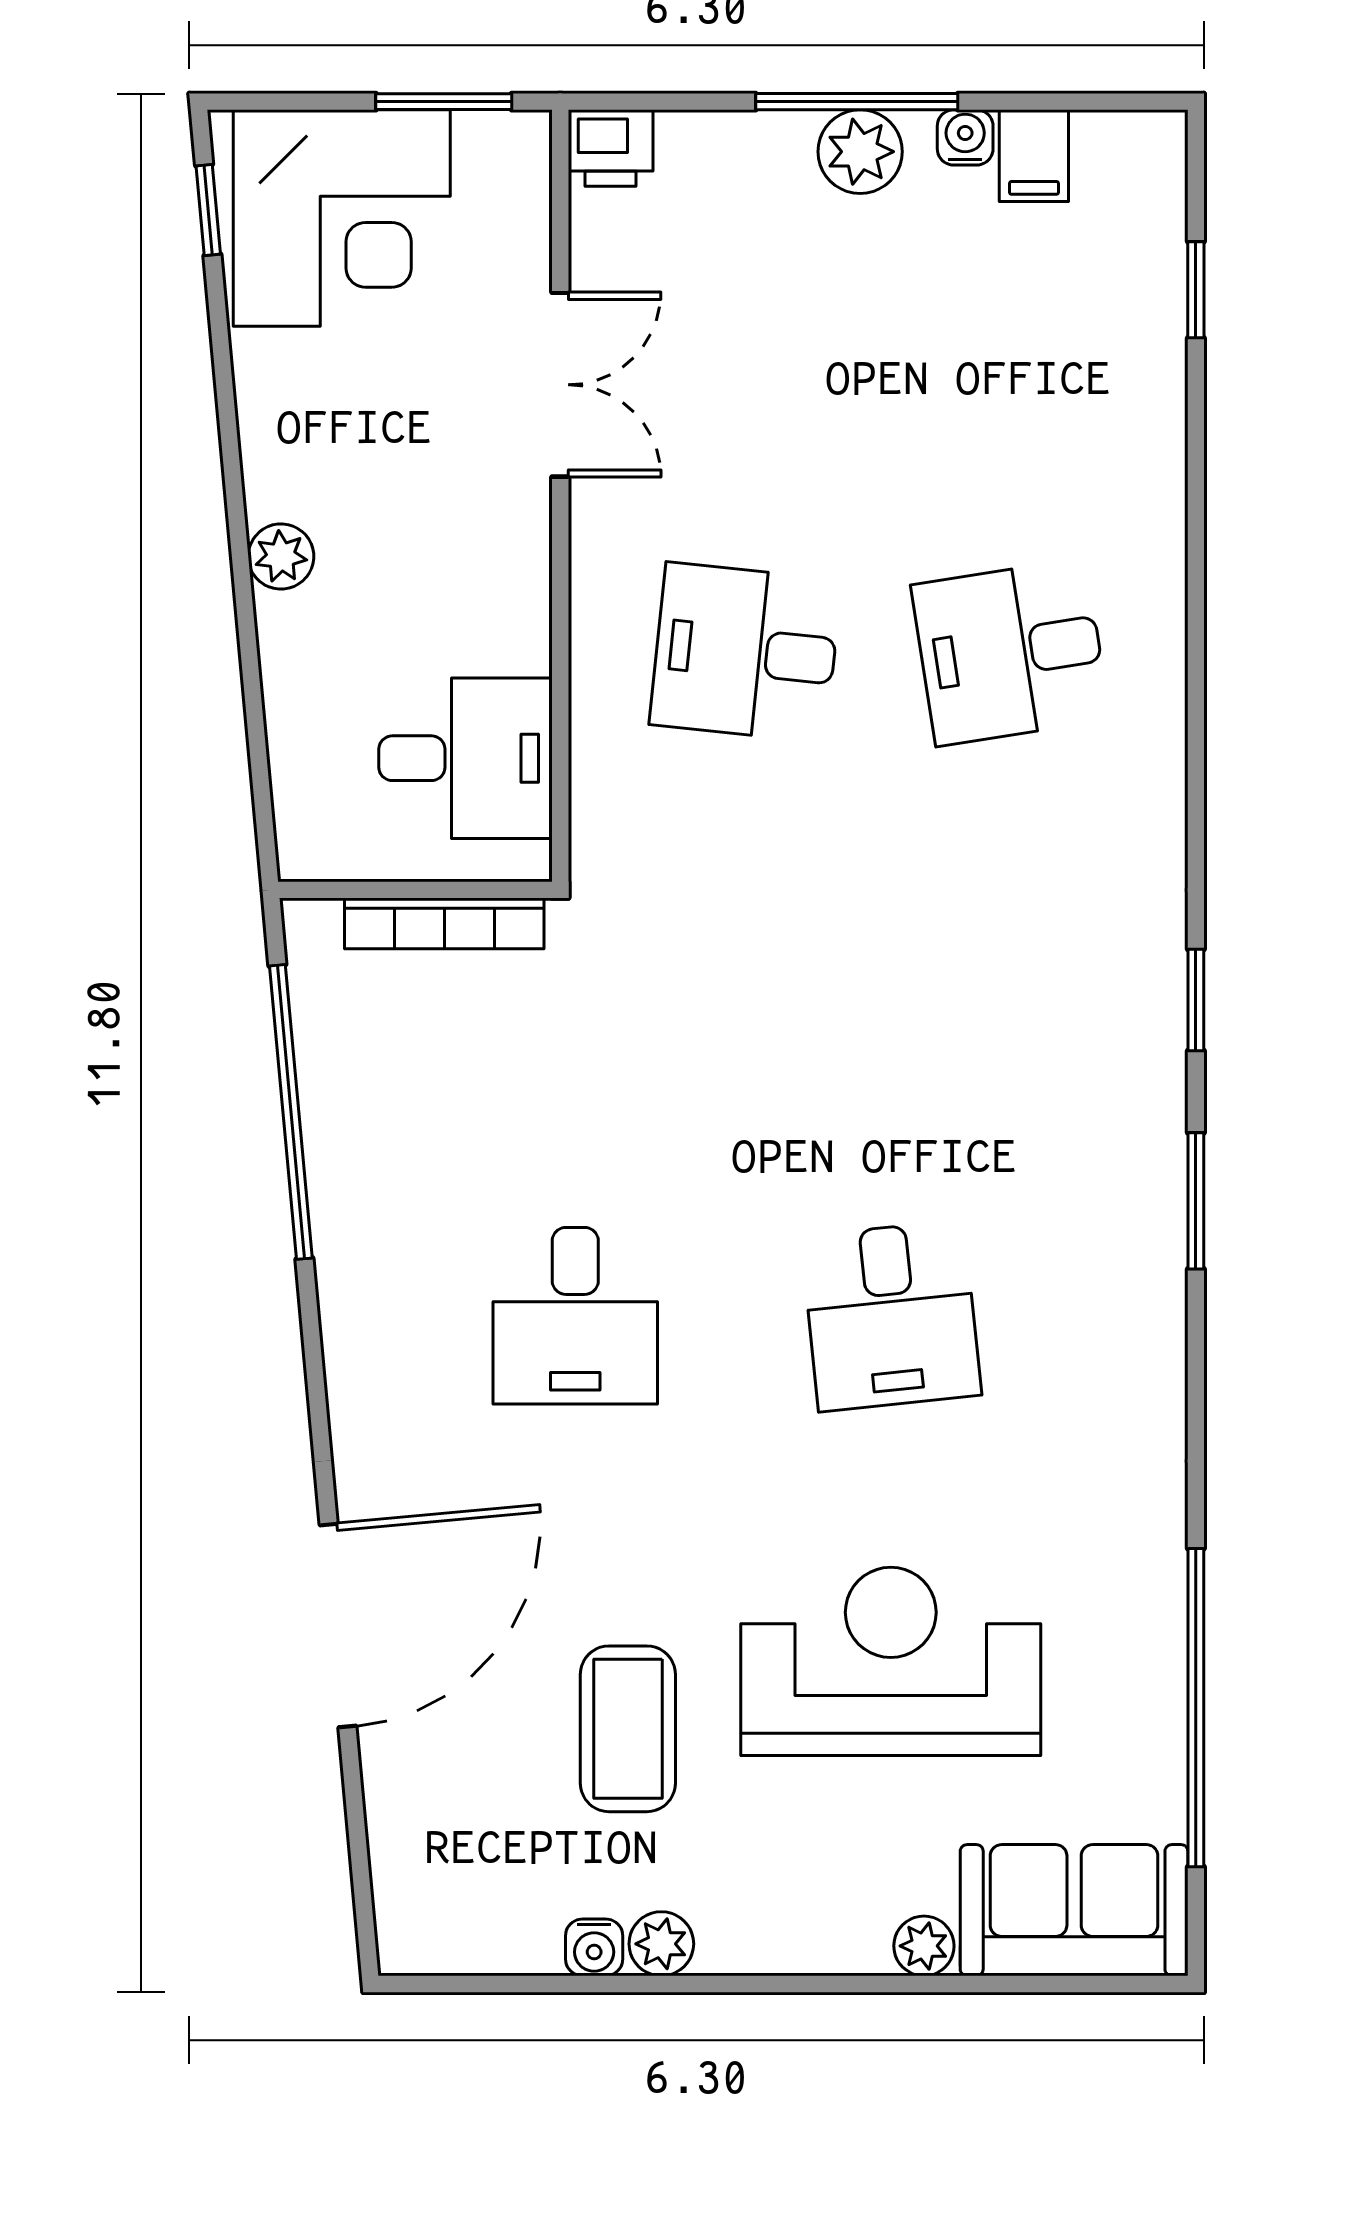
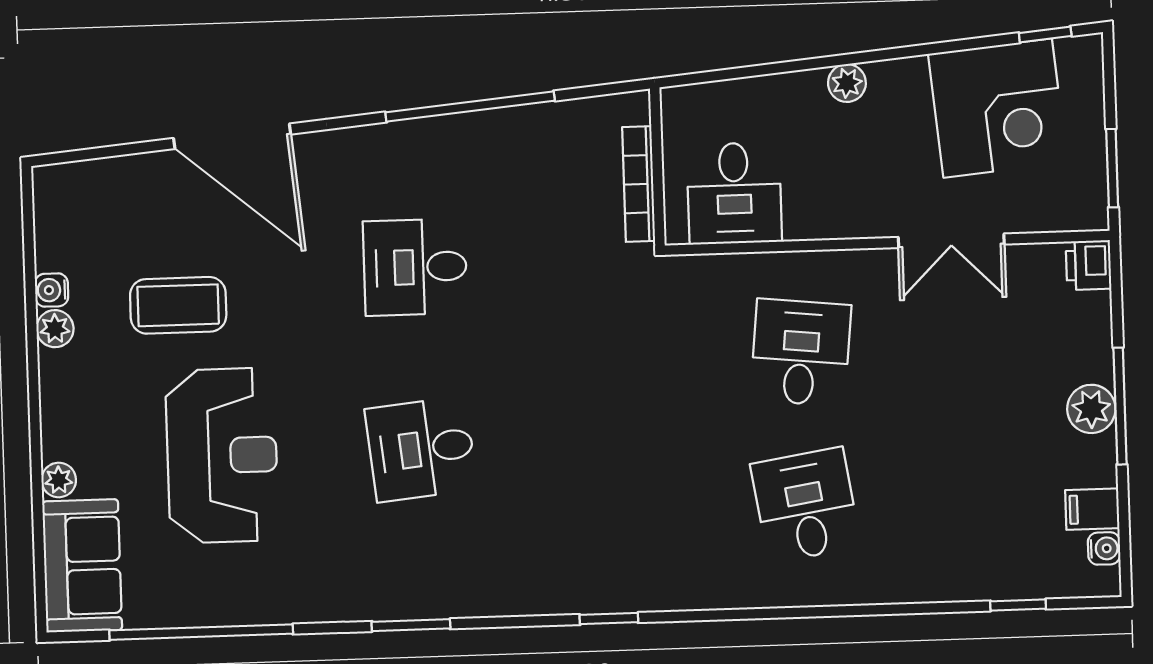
water cooler: (965, 137) -> (1104, 548), moved
corner desk: (342, 218) -> (998, 108), moved, turned -95
window: (291, 1112) -> (470, 106), moved
window: (1196, 1201) -> (411, 625), moved

